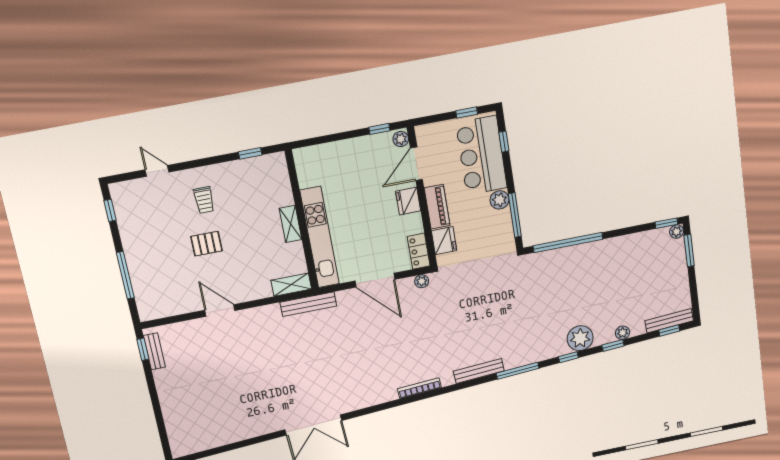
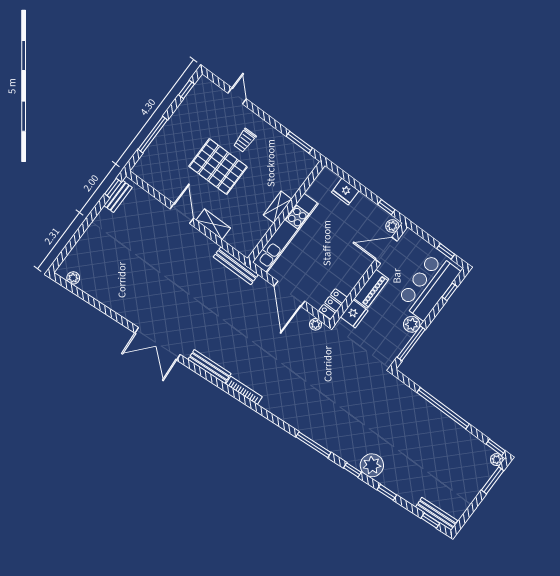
window: (250, 153) -> (299, 142), width x1.50
fridge: (408, 201) -> (345, 192), moved, turned -90
window: (568, 242) -> (443, 408), moved
pallet: (206, 244) -> (218, 167), width x2.05, depth x2.00
shelving: (291, 285) -> (213, 224), moved
plant: (623, 333) -> (73, 278), moved
bench: (479, 371) -> (210, 366), moved

